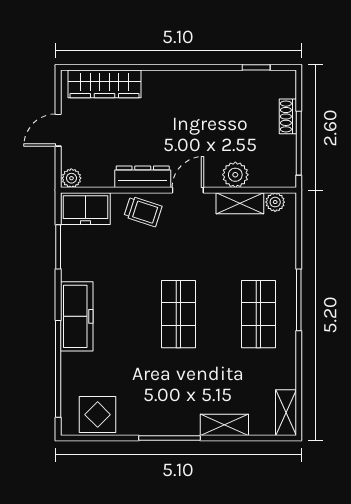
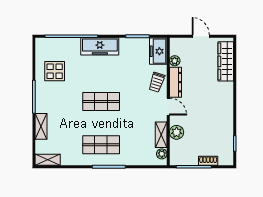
plant: (71, 178) -> (175, 61), moved
display table: (98, 415) -> (55, 71), moved

